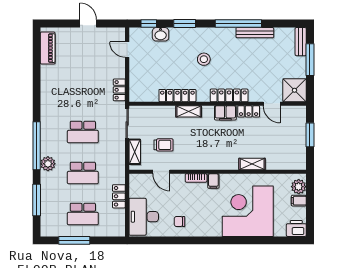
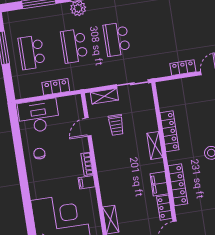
locker: (119, 90) -> (183, 68), moved

